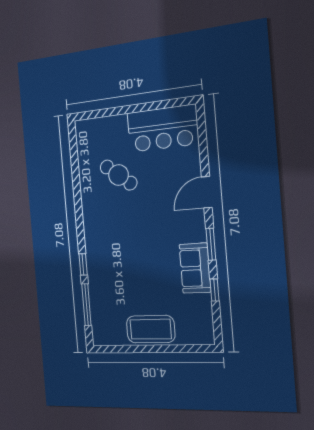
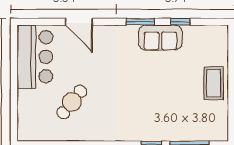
door: (207, 192) -> (79, 22), moved
coffee table: (151, 329) -> (214, 83), width x0.73, depth x0.76

